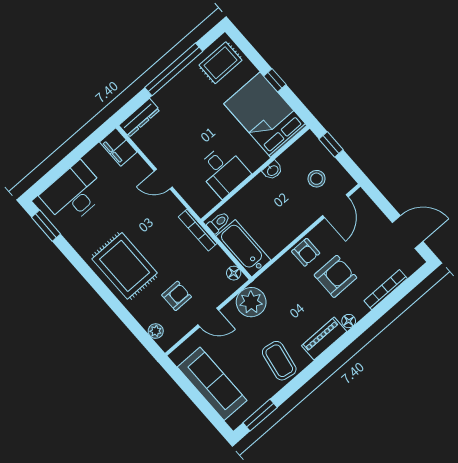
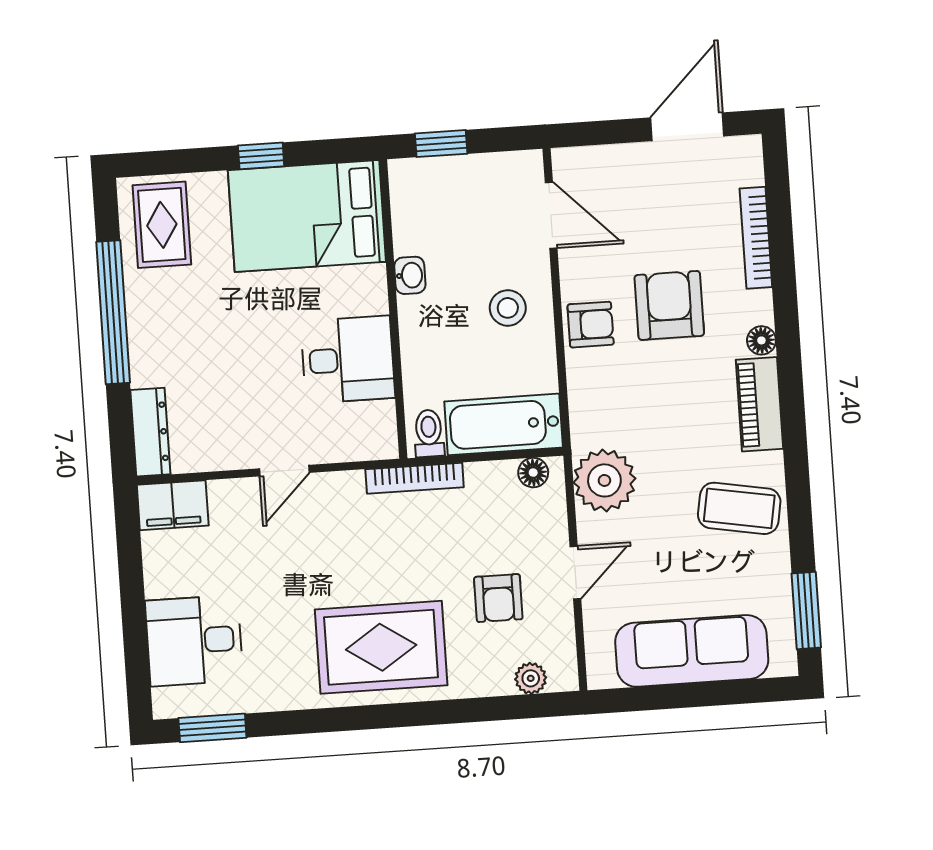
stool: (317, 179) -> (508, 308), moved
desk: (74, 194) -> (194, 641), width x0.73
armchair: (177, 296) -> (498, 598), turned 180

